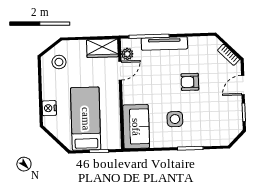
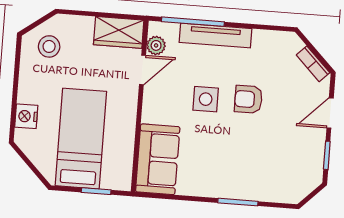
side table: (175, 119) -> (206, 99), moved

